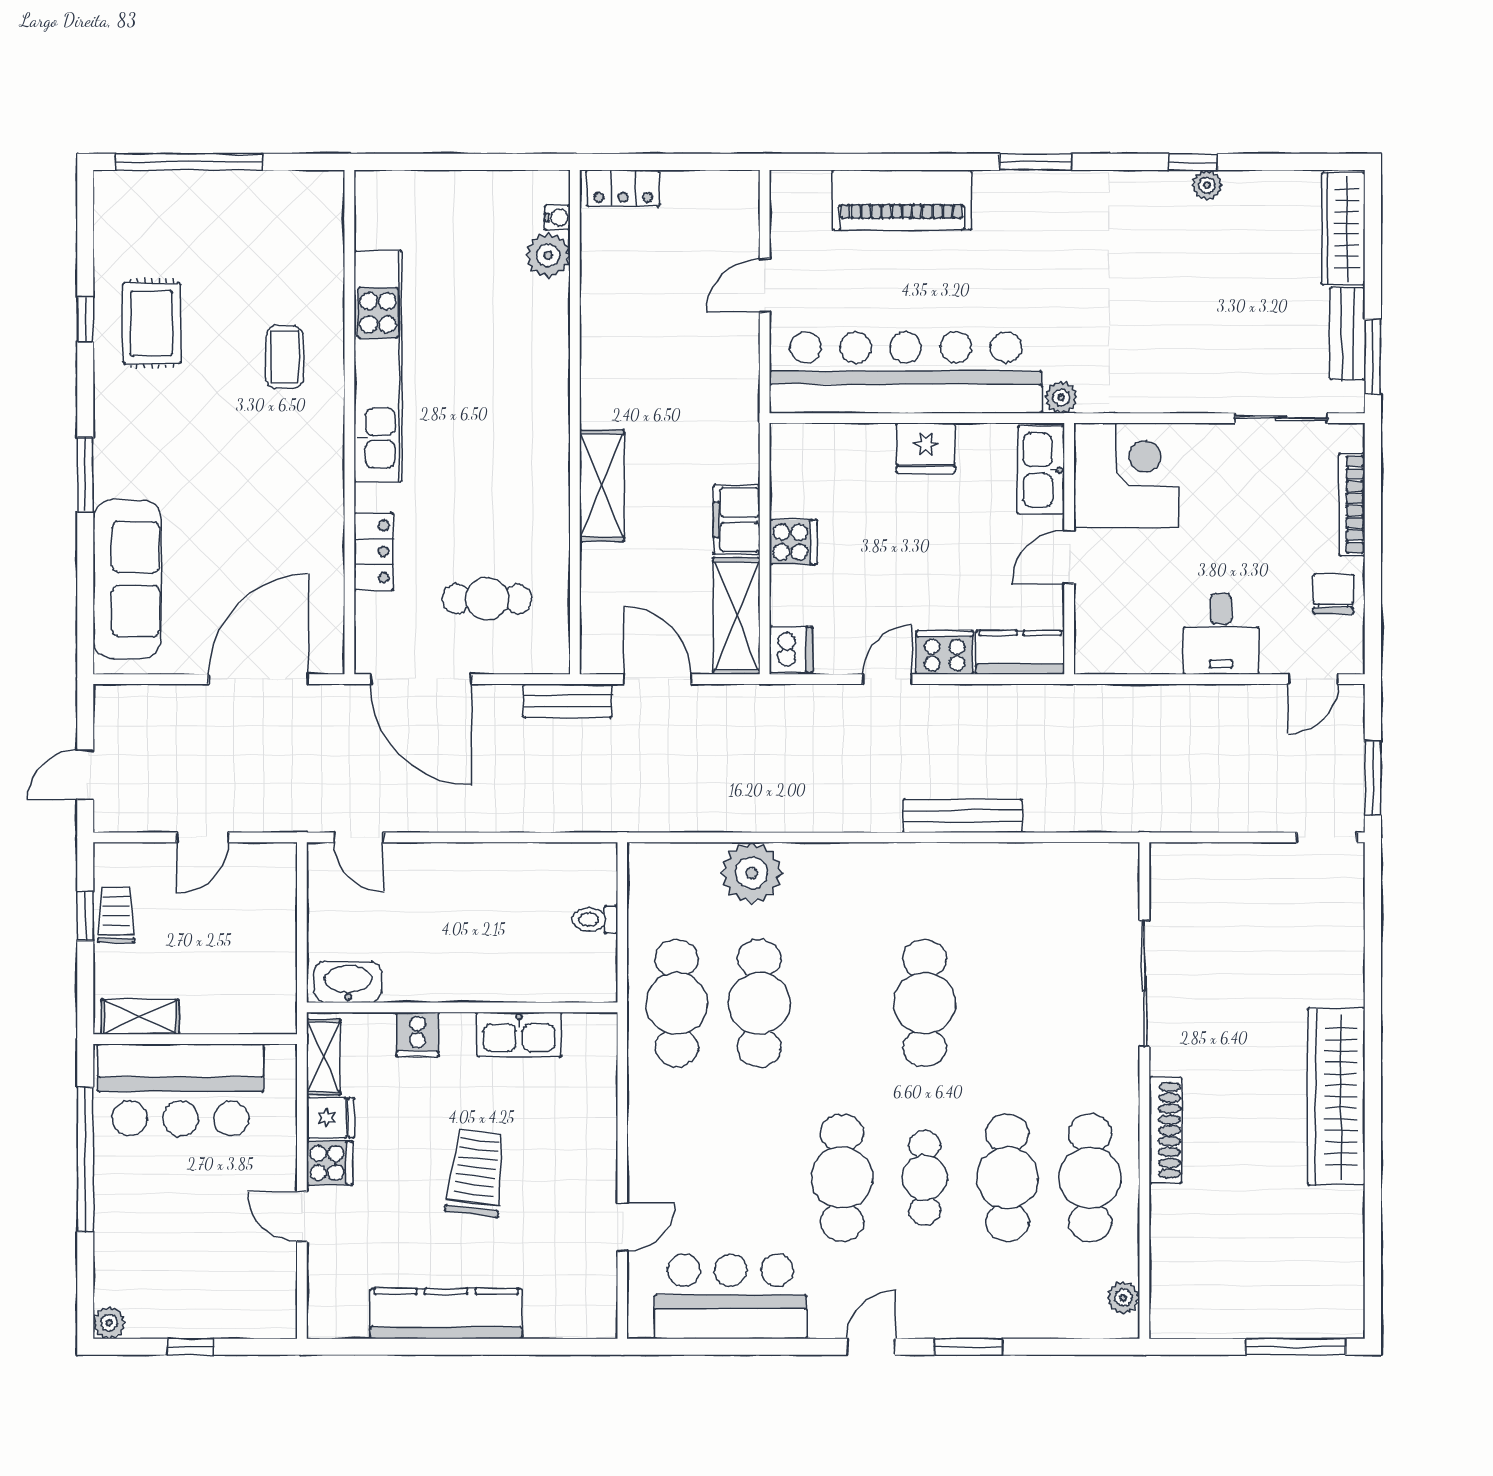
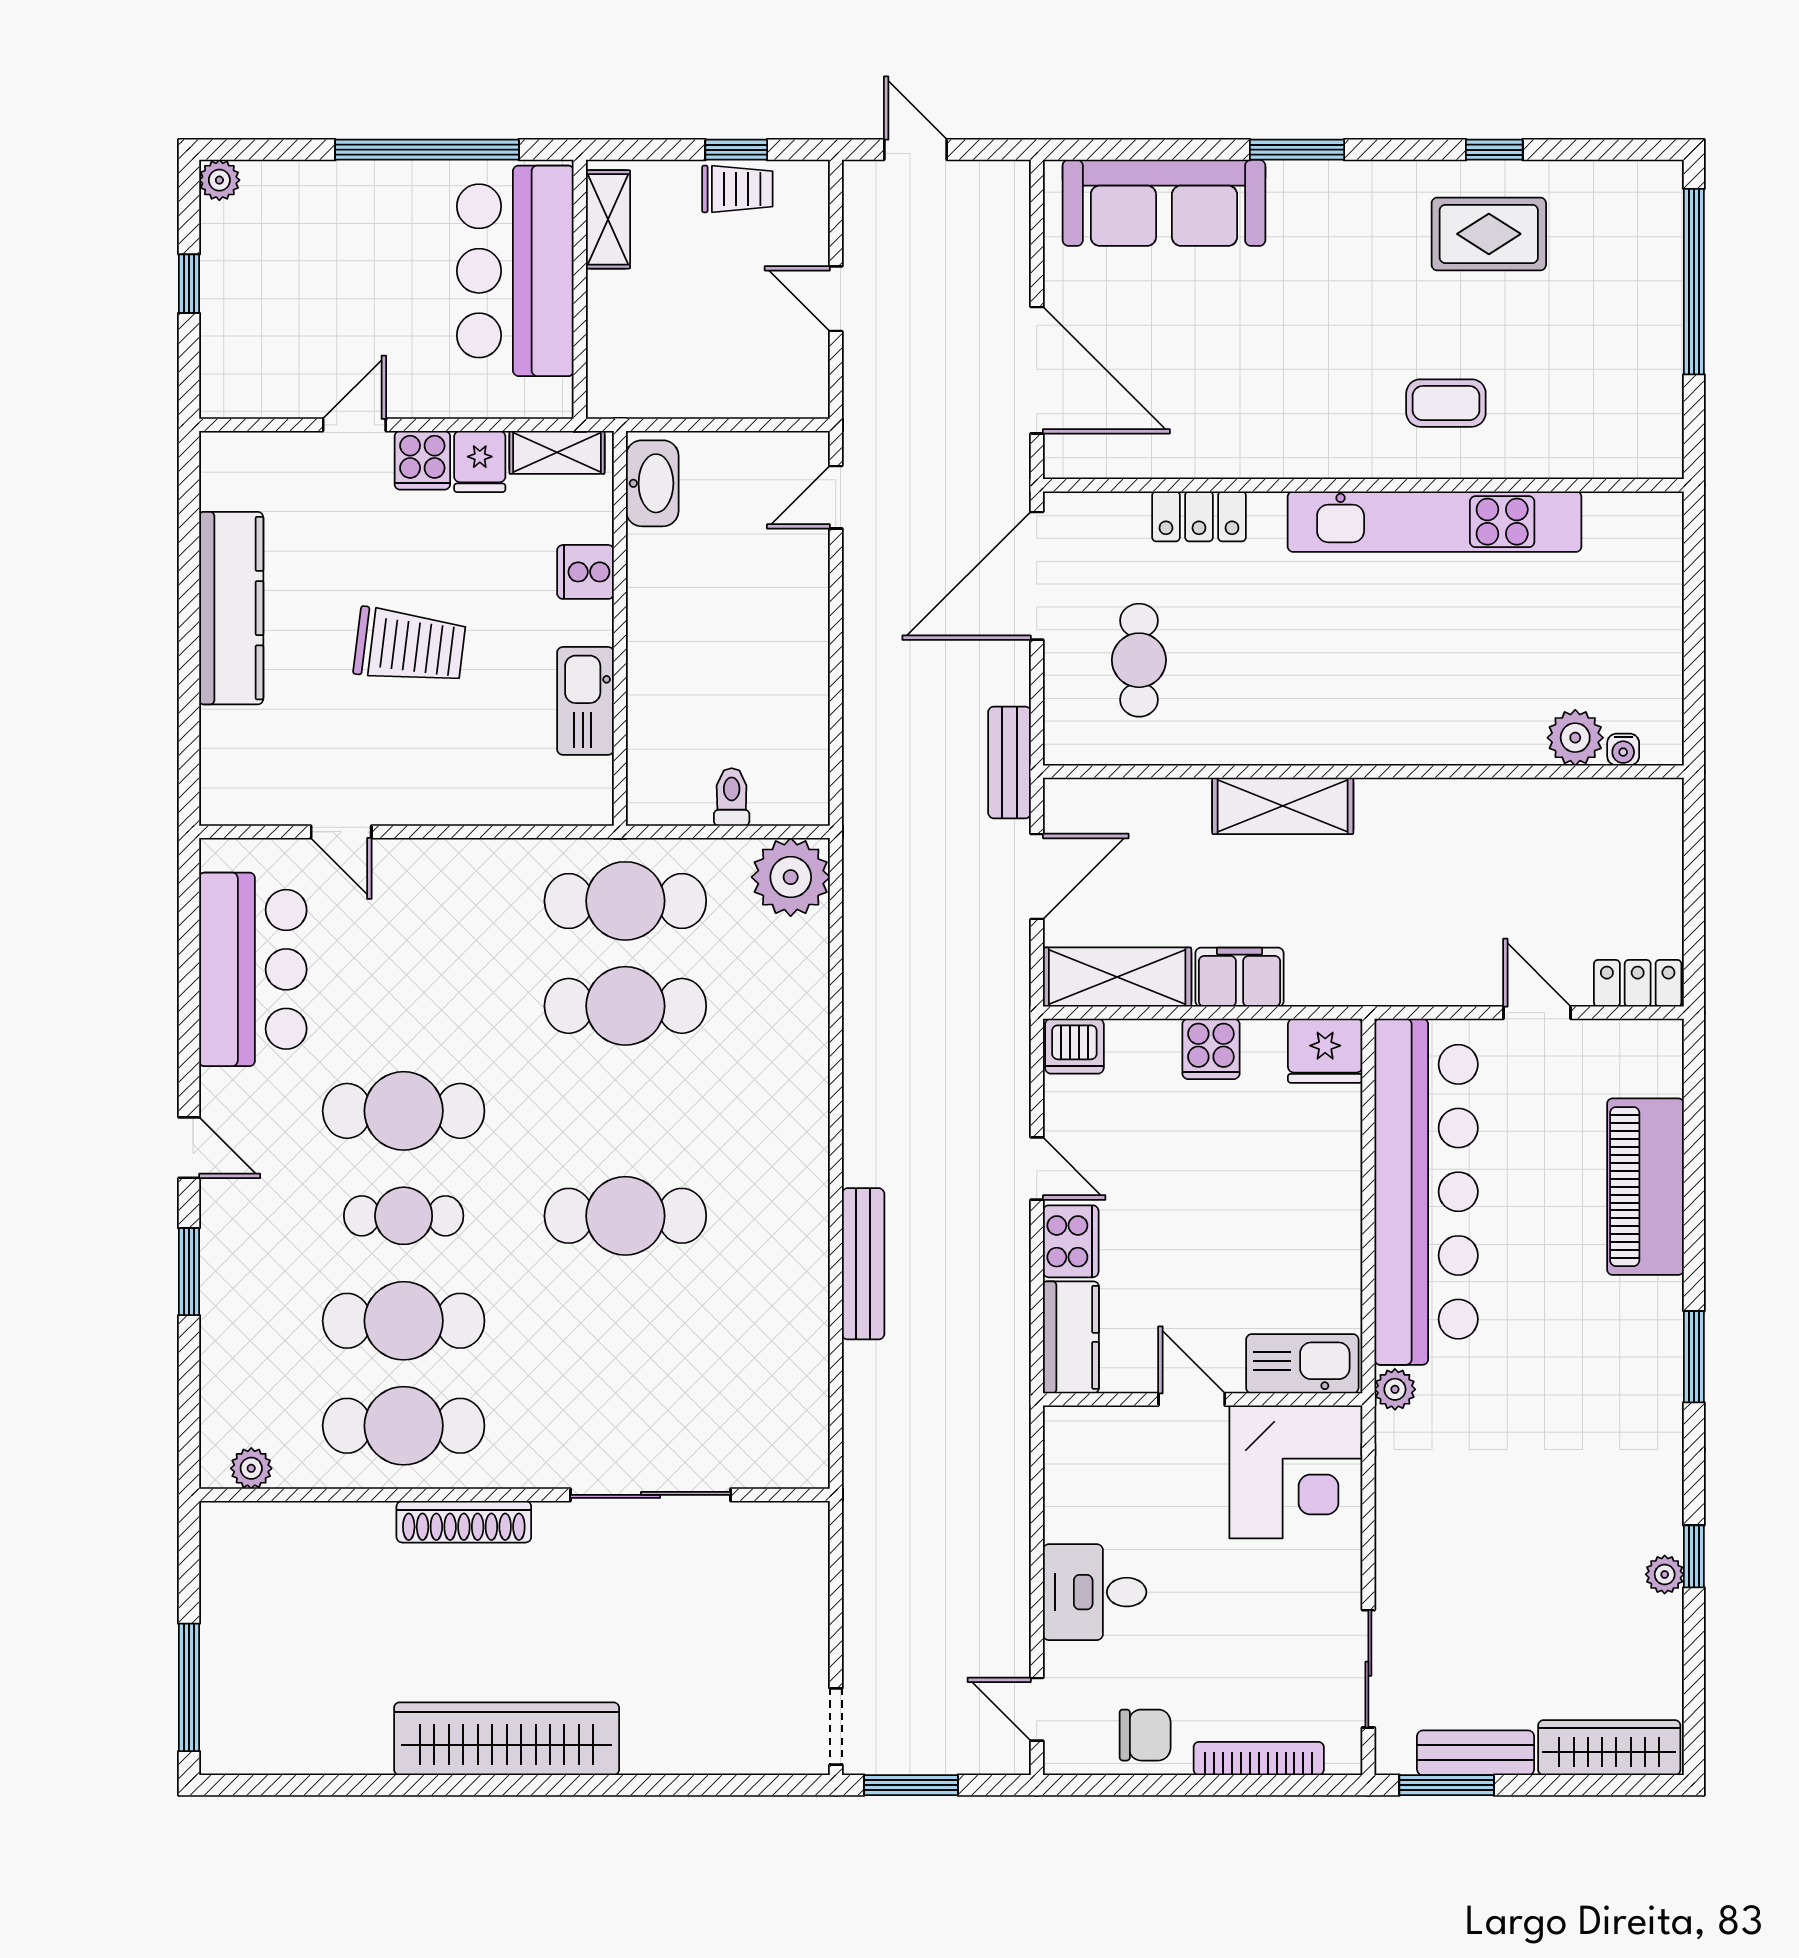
locker: (623, 188) -> (1638, 983), moved, turned 90
fridge: (926, 448) -> (1325, 1051), moved, turned -90
plant: (752, 873) -> (791, 877), moved

